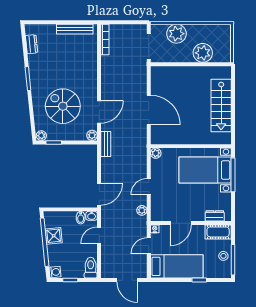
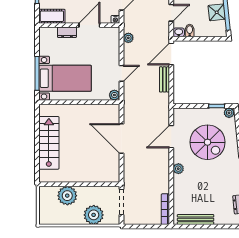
plant: (92, 135) -> (178, 169), moved
bench: (106, 144) -> (164, 79), moved
door: (149, 187) -> (121, 73), moved
dresser: (215, 216) -> (67, 32), moved

